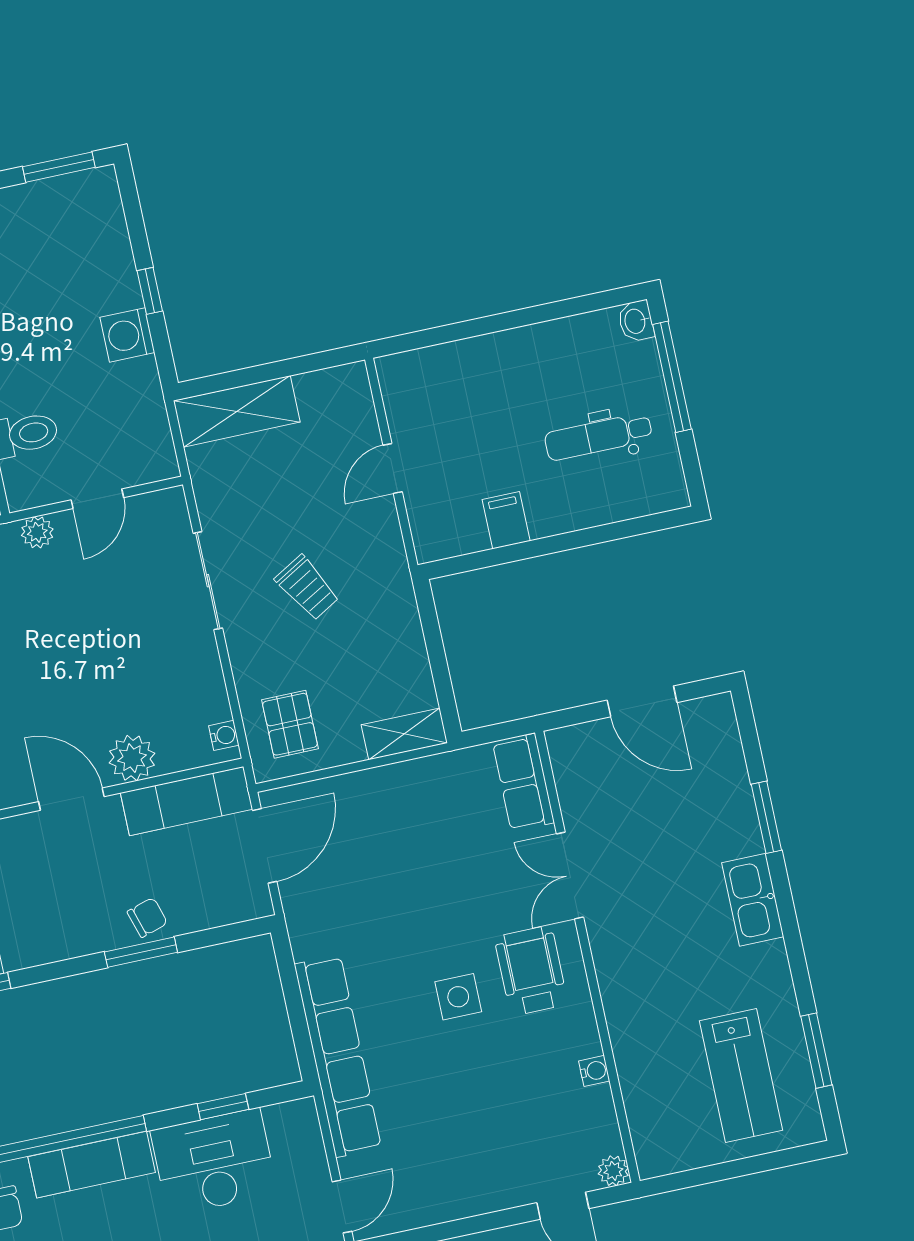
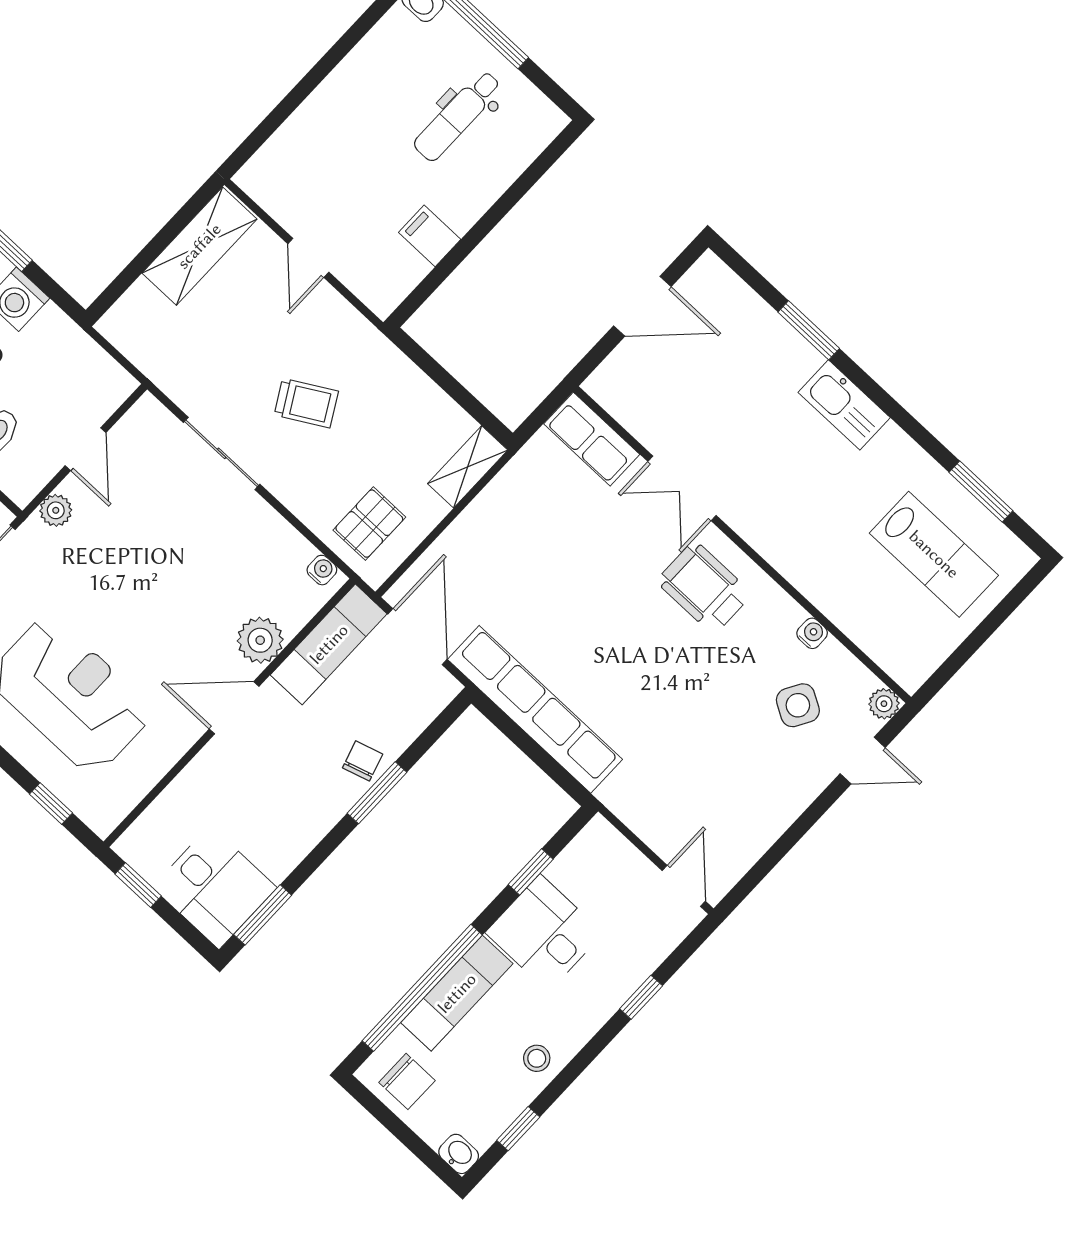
shelving: (237, 411) -> (199, 246), moved
pallet: (290, 724) -> (369, 524), turned 90
side table: (458, 997) -> (798, 705), moved, turned 30
row of seats: (338, 1056) -> (535, 709), moved
desk: (214, 1162) -> (544, 933), width x0.73

